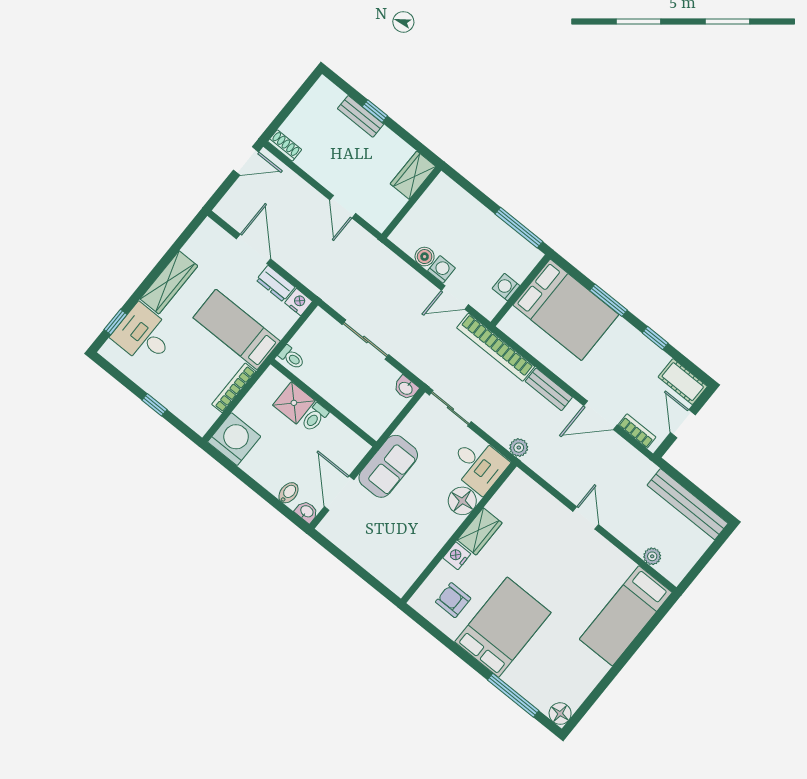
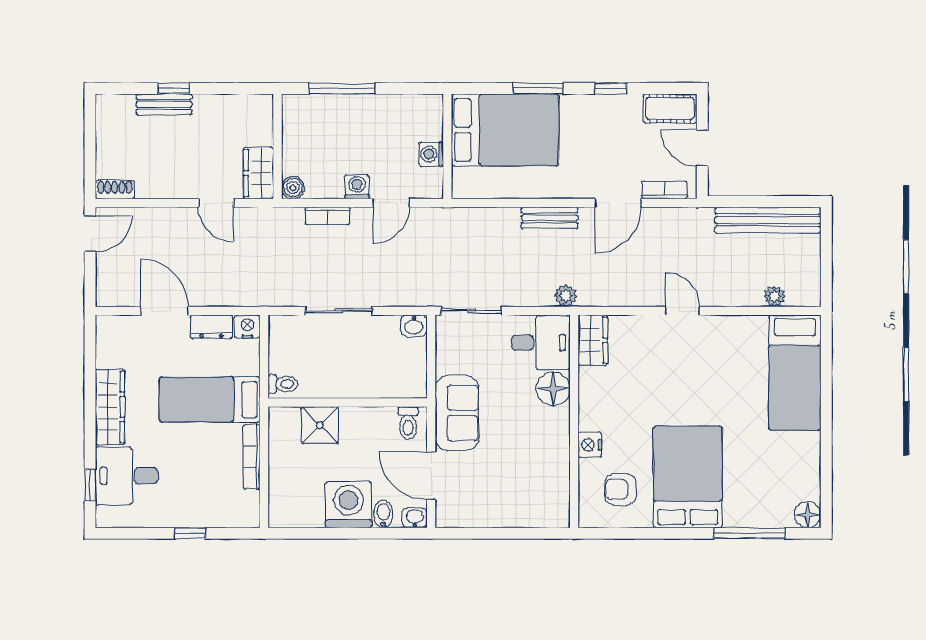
wardrobe: (413, 175) -> (258, 173), moved
window: (519, 228) -> (342, 88), moved
boiler: (425, 257) -> (293, 188), moved
bookcase: (496, 347) -> (328, 216), moved, width x0.43, depth x0.76
toilet: (315, 417) -> (408, 423), moved
washing machine: (234, 439) -> (349, 505), moved
wardrobe: (480, 531) -> (593, 340), moved

